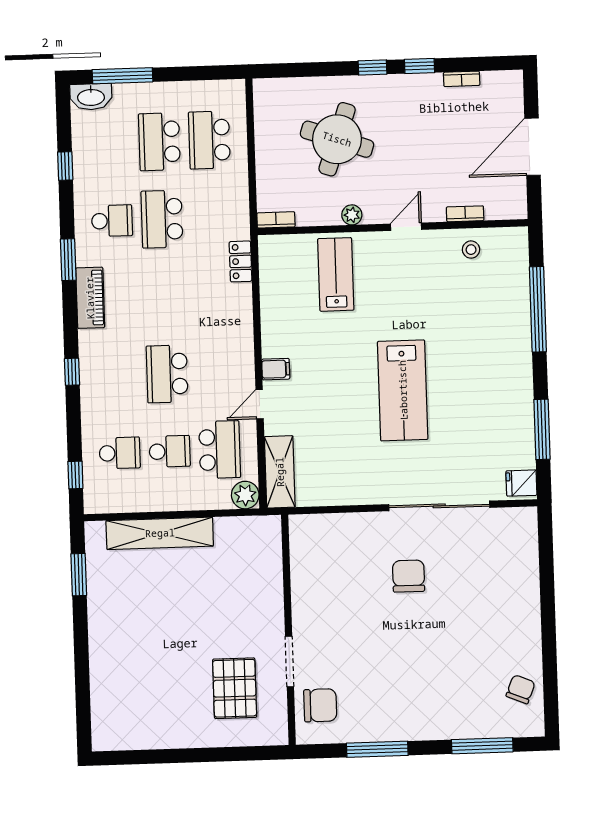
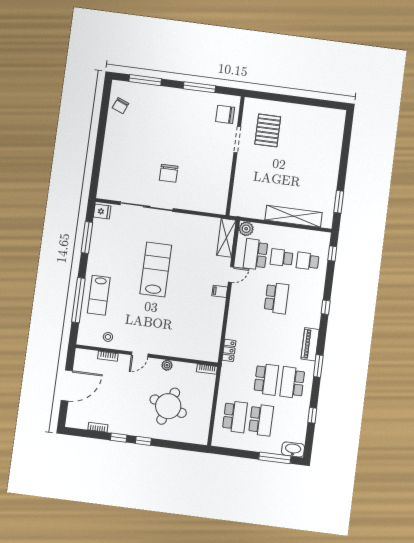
school desk: (112, 221) -> (292, 383), width x1.85
lab bench: (336, 274) -> (99, 295), moved

